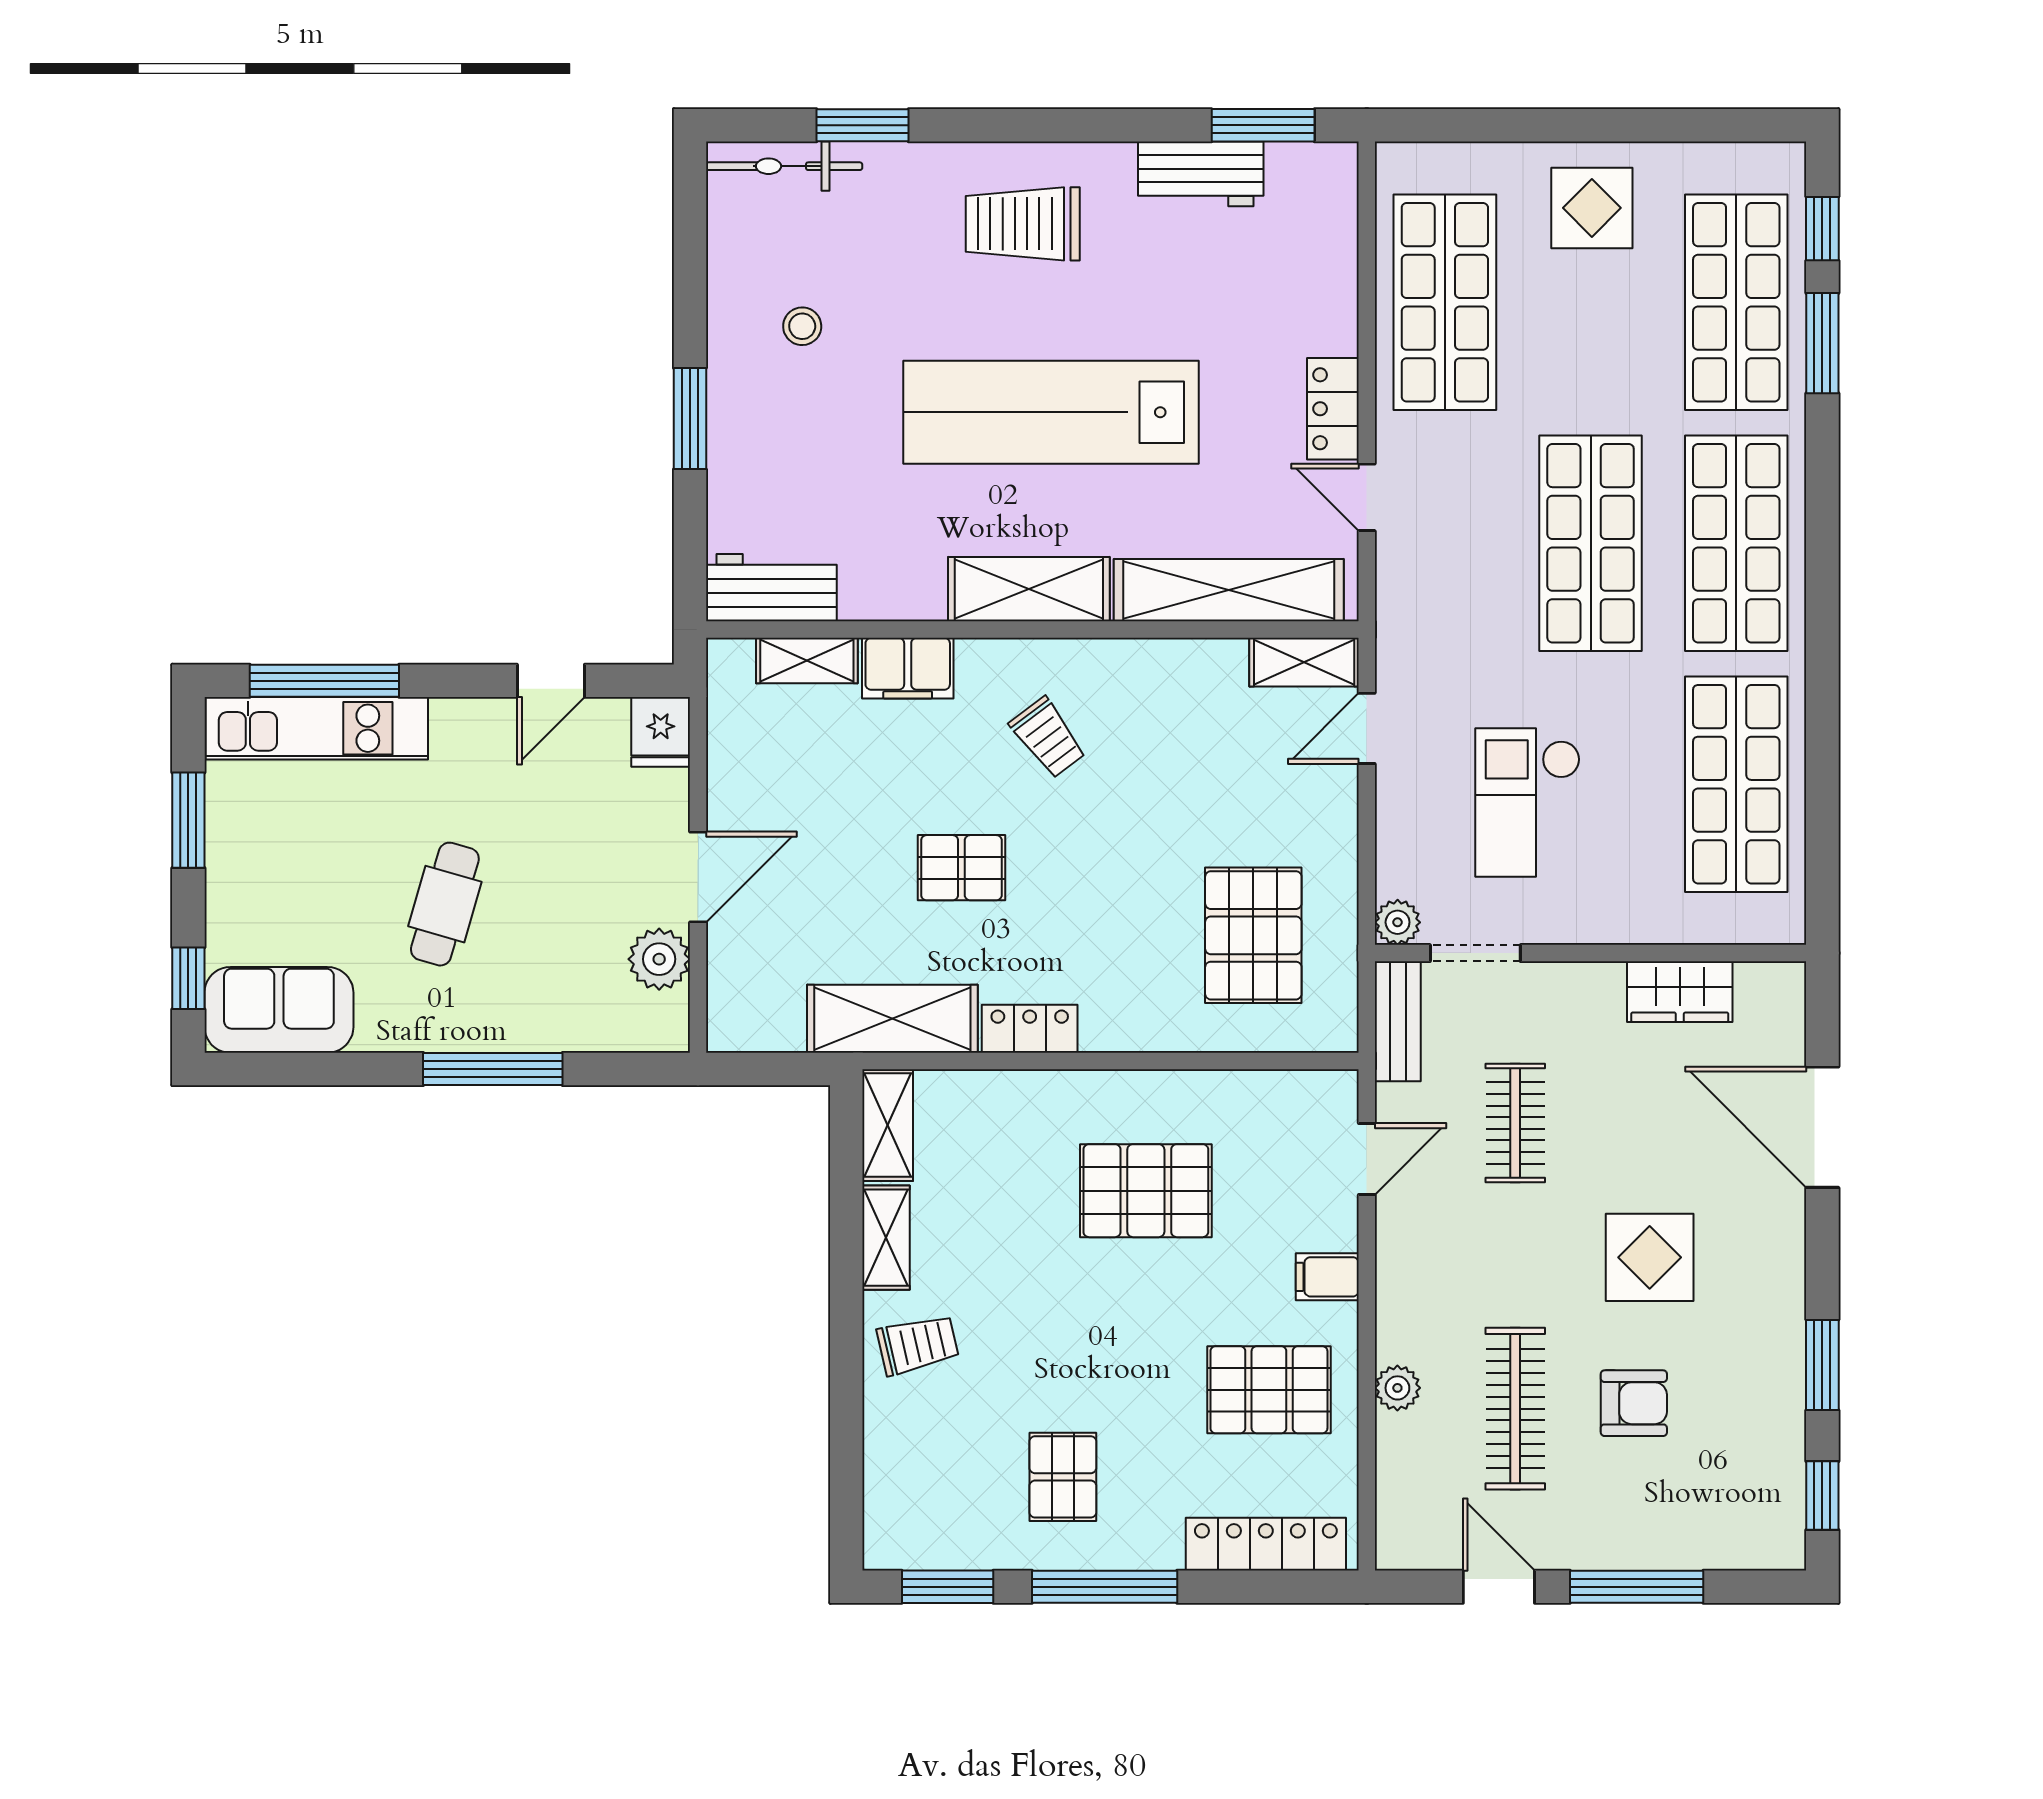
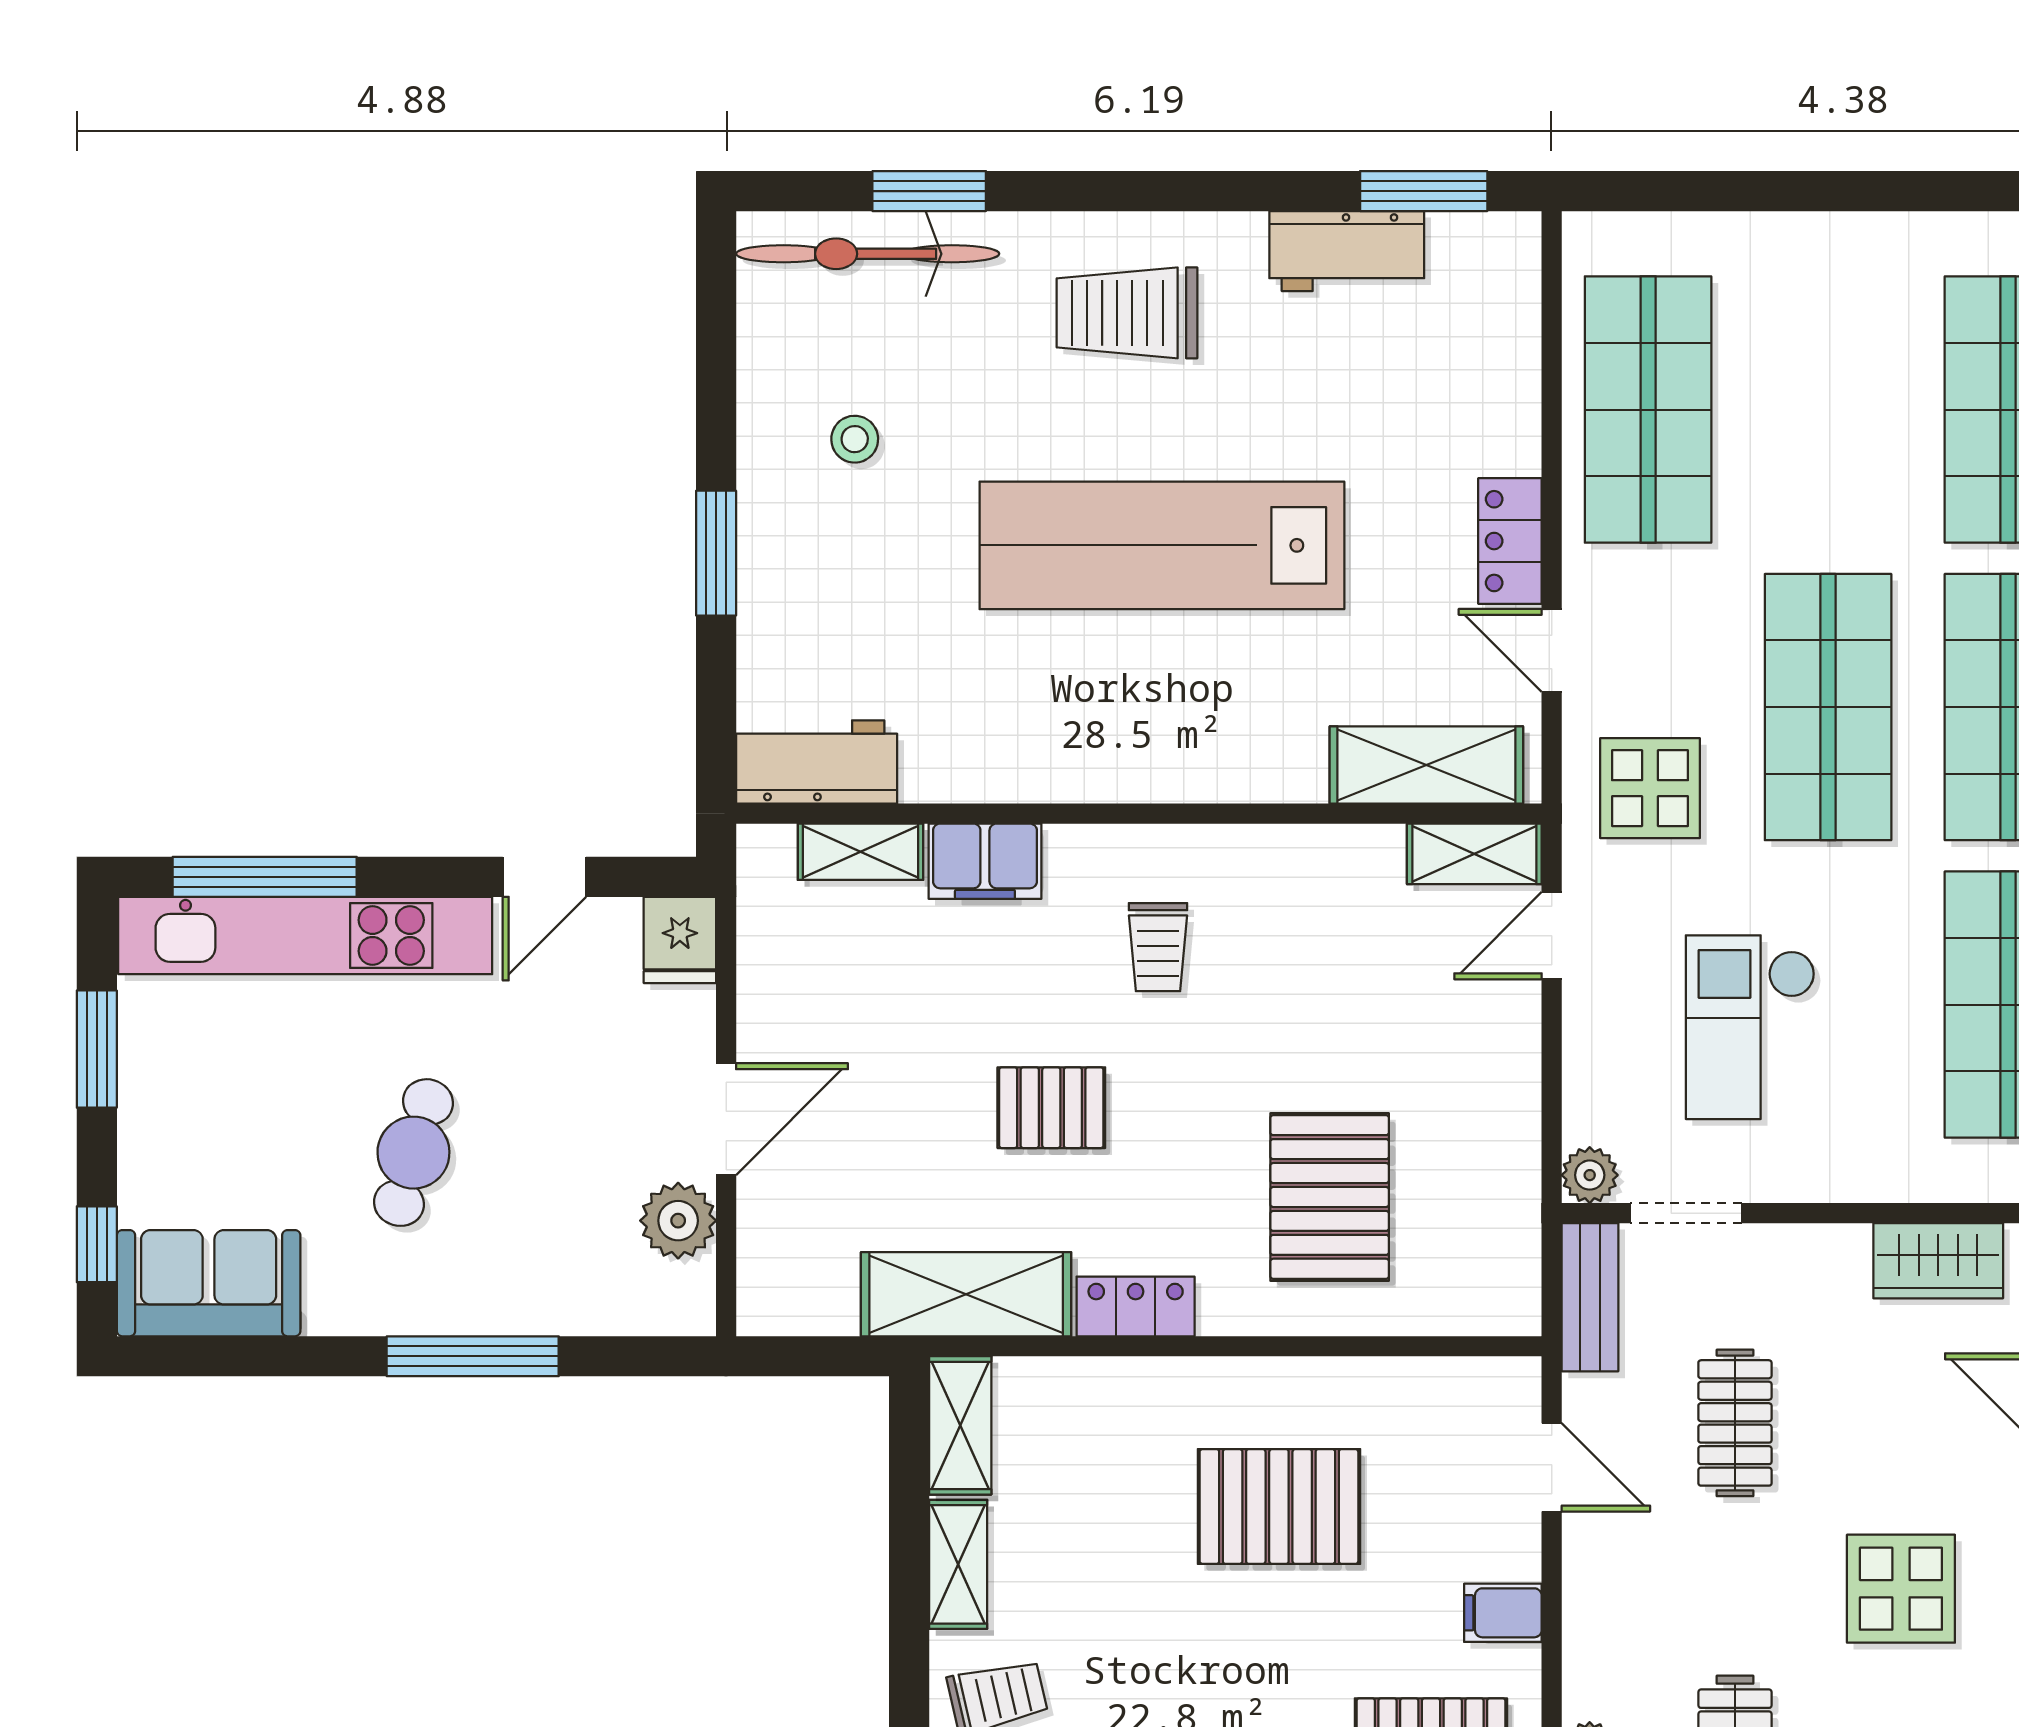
bicycle: (784, 166) -> (868, 254), width x1.37, depth x1.40
display table: (1592, 208) -> (1650, 788), moved
shelving: (1029, 589) -> (1135, 764), removed
shelving: (1229, 590) -> (1426, 765), width x0.68
kitchen unit: (317, 728) -> (305, 935), width x1.36
trolley: (1048, 738) -> (1158, 947), turned 37
pallet: (1253, 935) -> (1330, 1197), moved
door: (1367, 1159) -> (1552, 1467), hinge flipped

